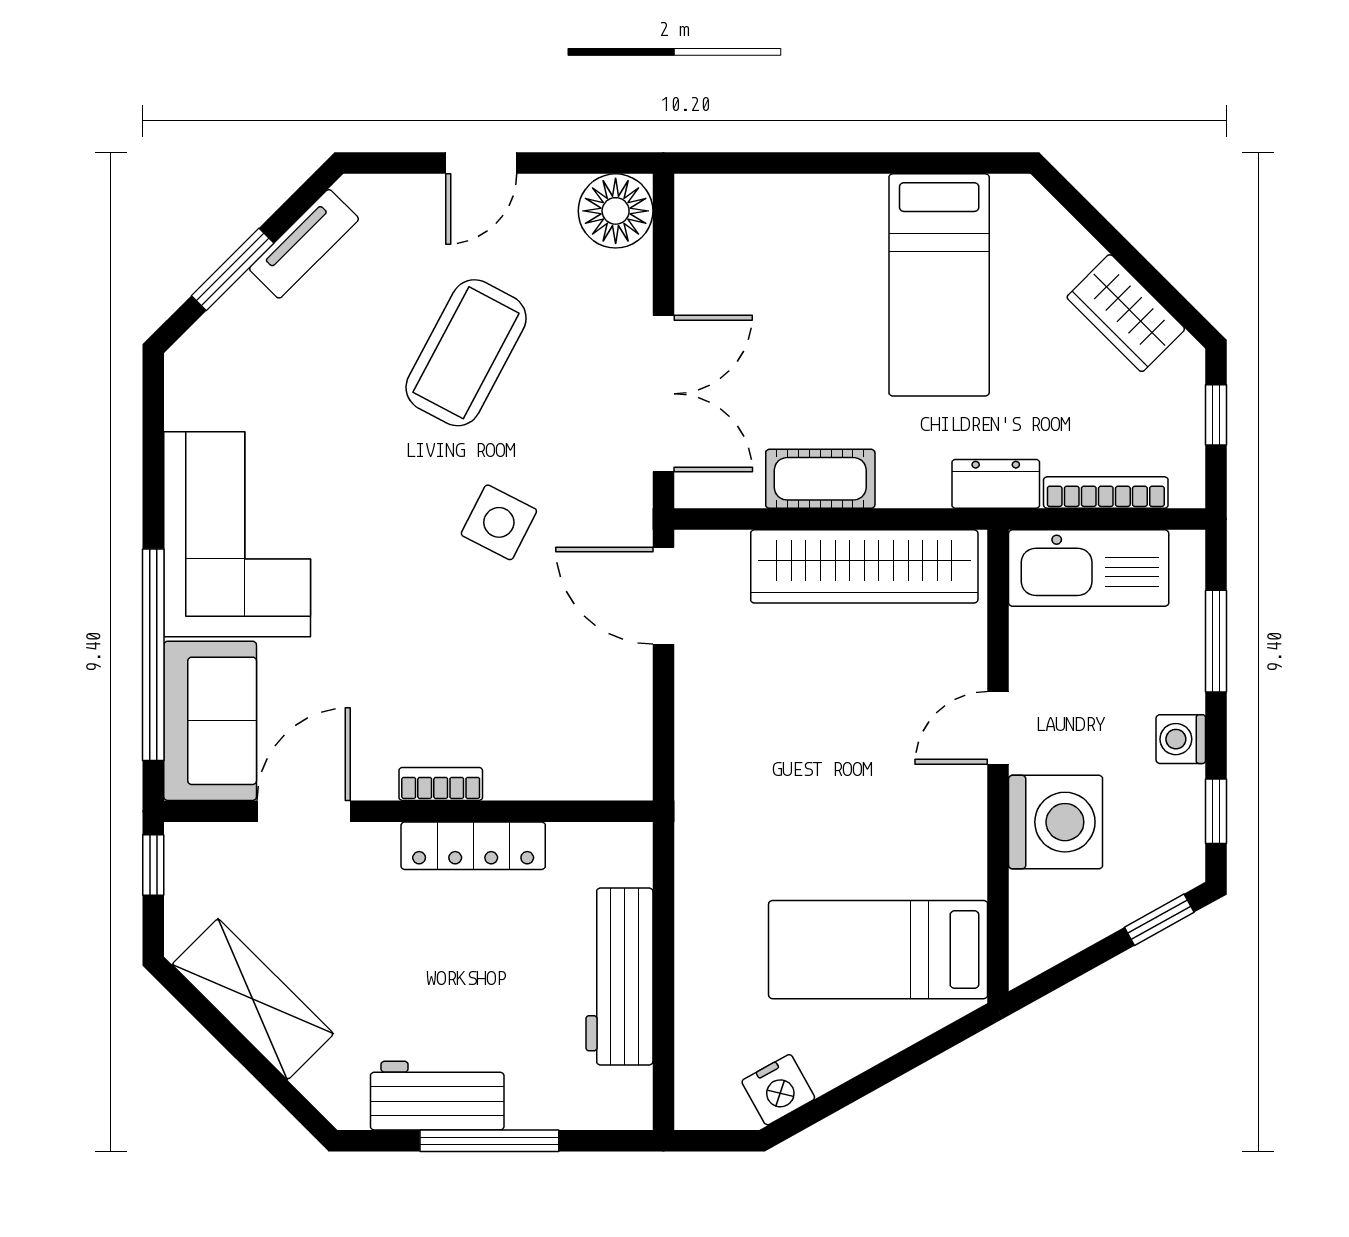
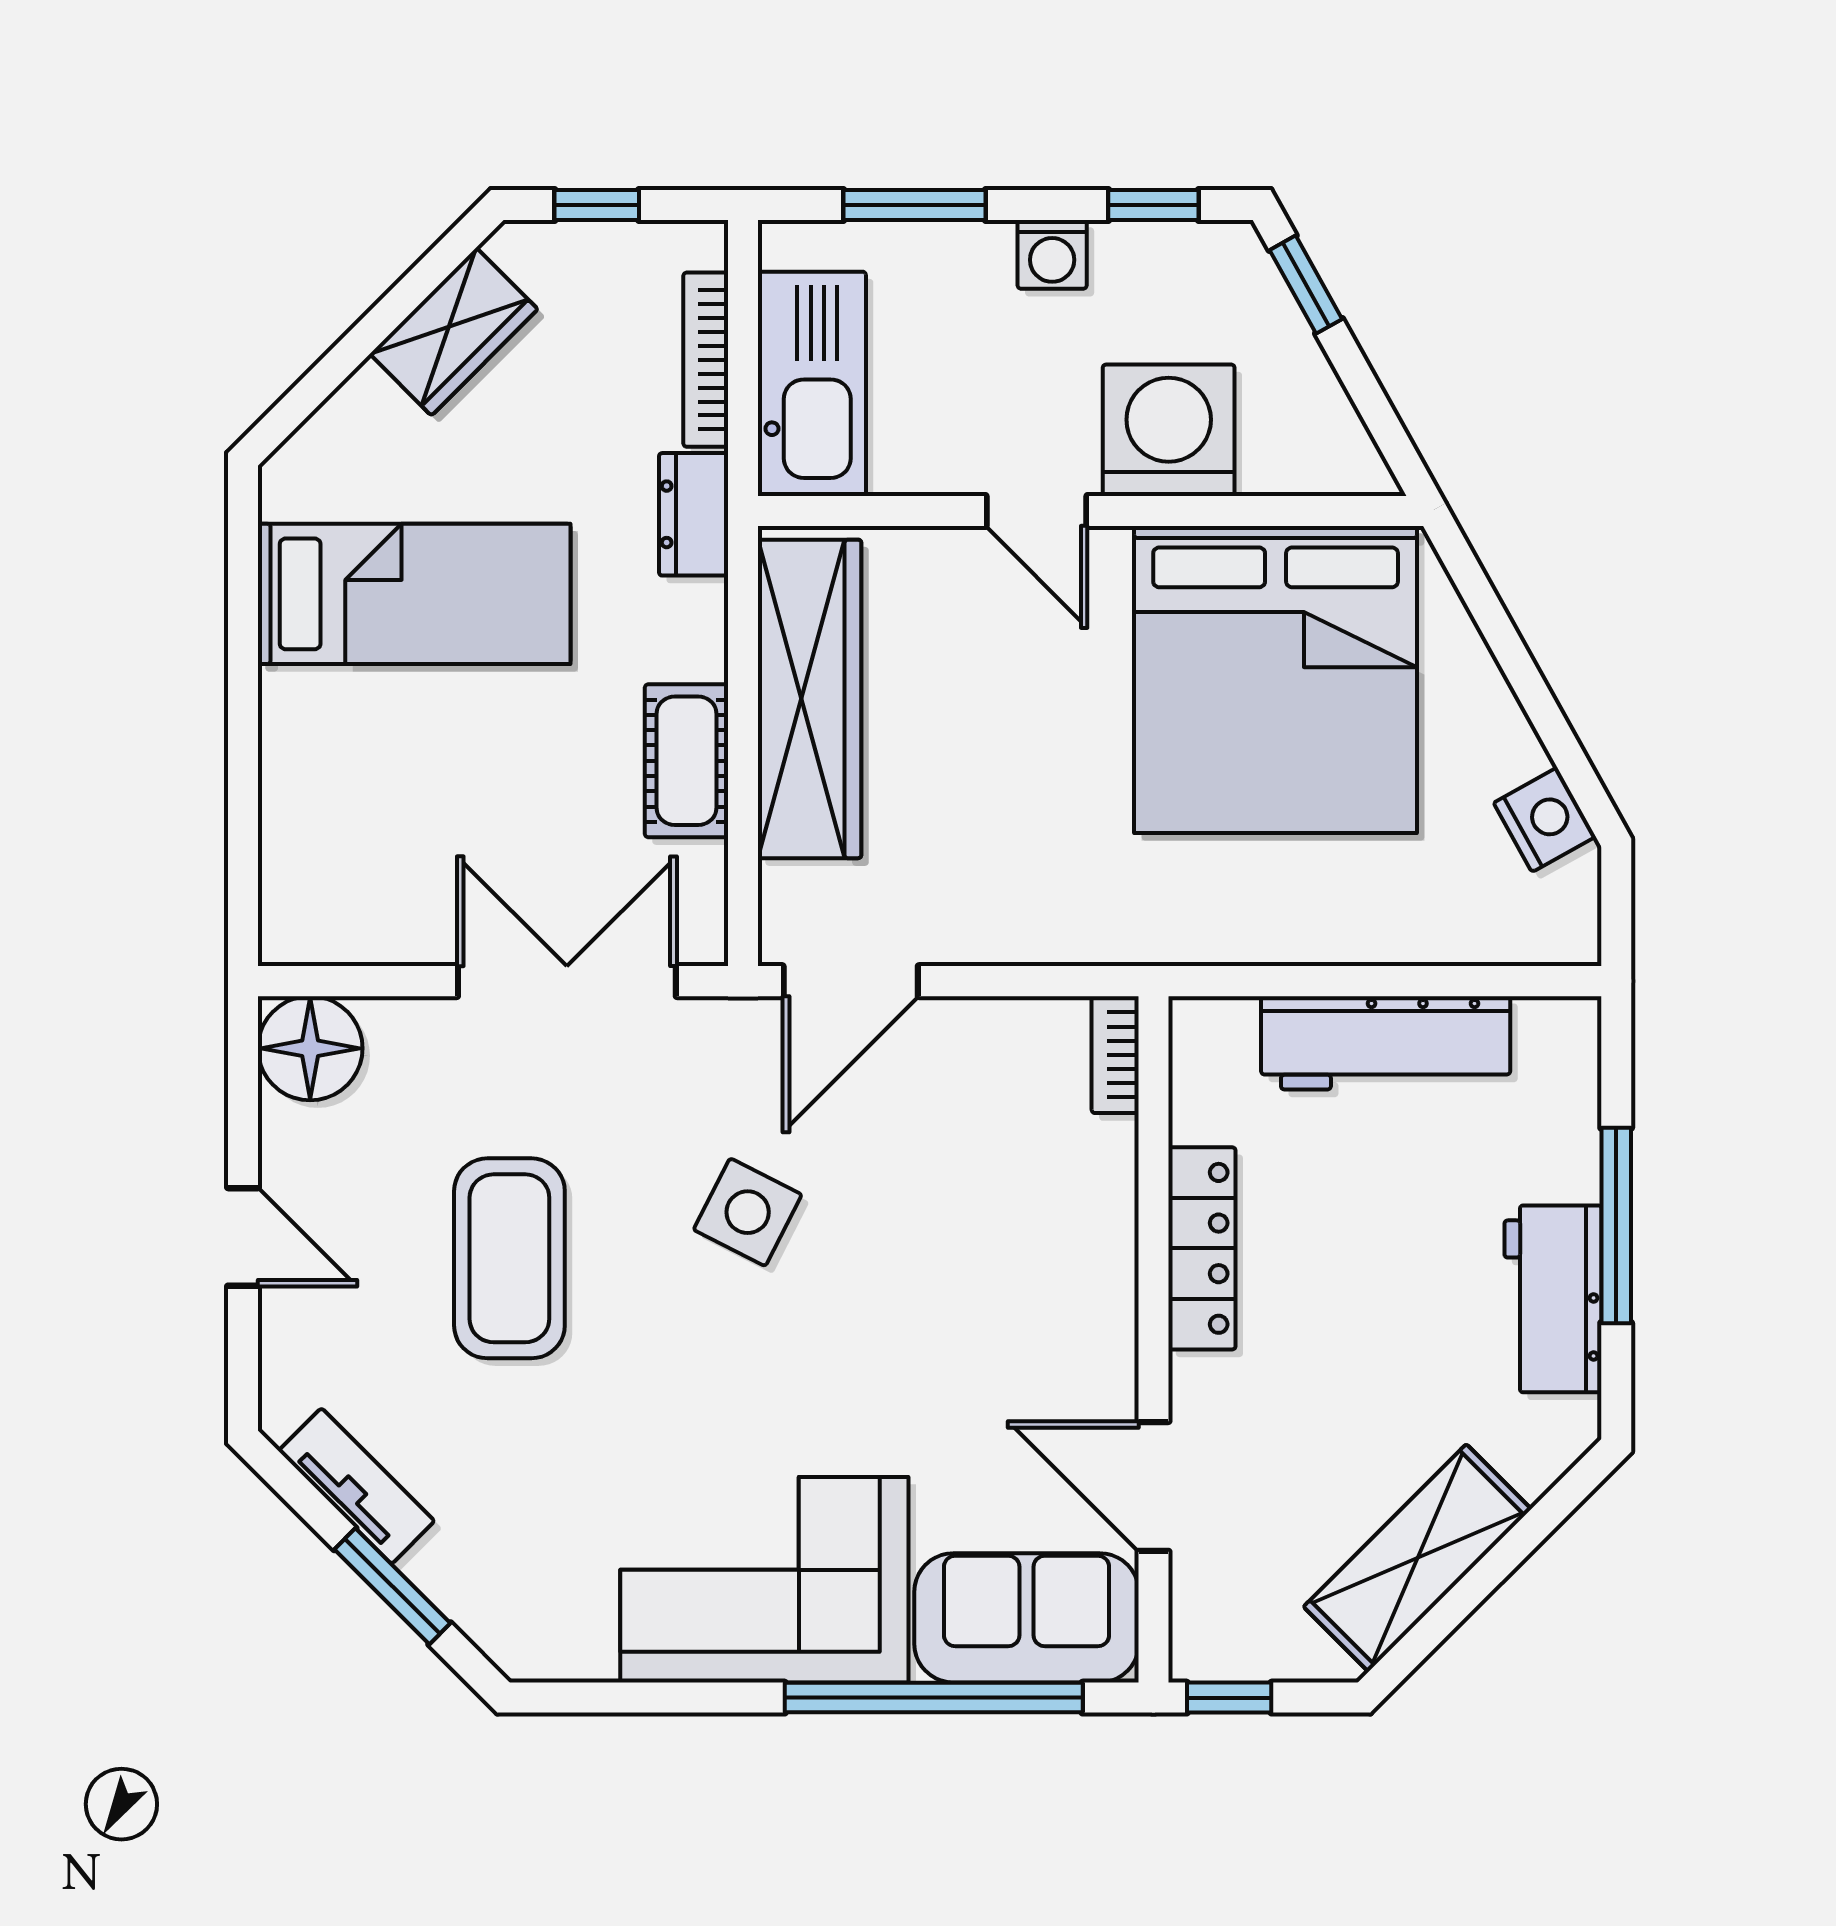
coffee table: (466, 353) -> (509, 1258), turned 62
bookcase: (441, 784) -> (1115, 1055), moved
bed: (878, 950) -> (1276, 680), width x2.04

